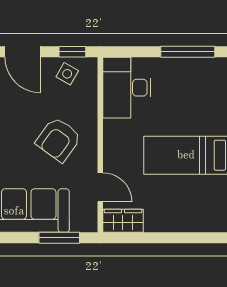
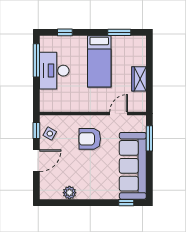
desk: (127, 88) -> (54, 71), moved, turned 90
armchair: (58, 140) -> (90, 139), turned 144
wardrobe: (123, 221) -> (139, 79), moved

